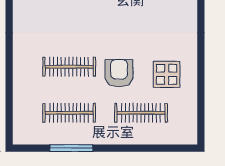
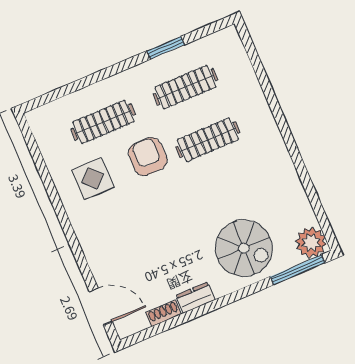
armchair: (119, 73) -> (148, 157), turned 180
window: (71, 148) -> (166, 48), width x0.69

